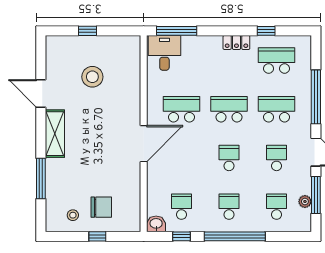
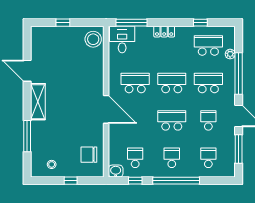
locker: (236, 42) -> (164, 32), moved
stool: (92, 77) -> (93, 39), moved
door: (144, 144) -> (106, 109), hinge flipped
school desk: (229, 158) -> (172, 120), width x1.85
plant: (305, 201) -> (230, 54), moved
chair: (101, 207) -> (89, 155), moved, turned 180

